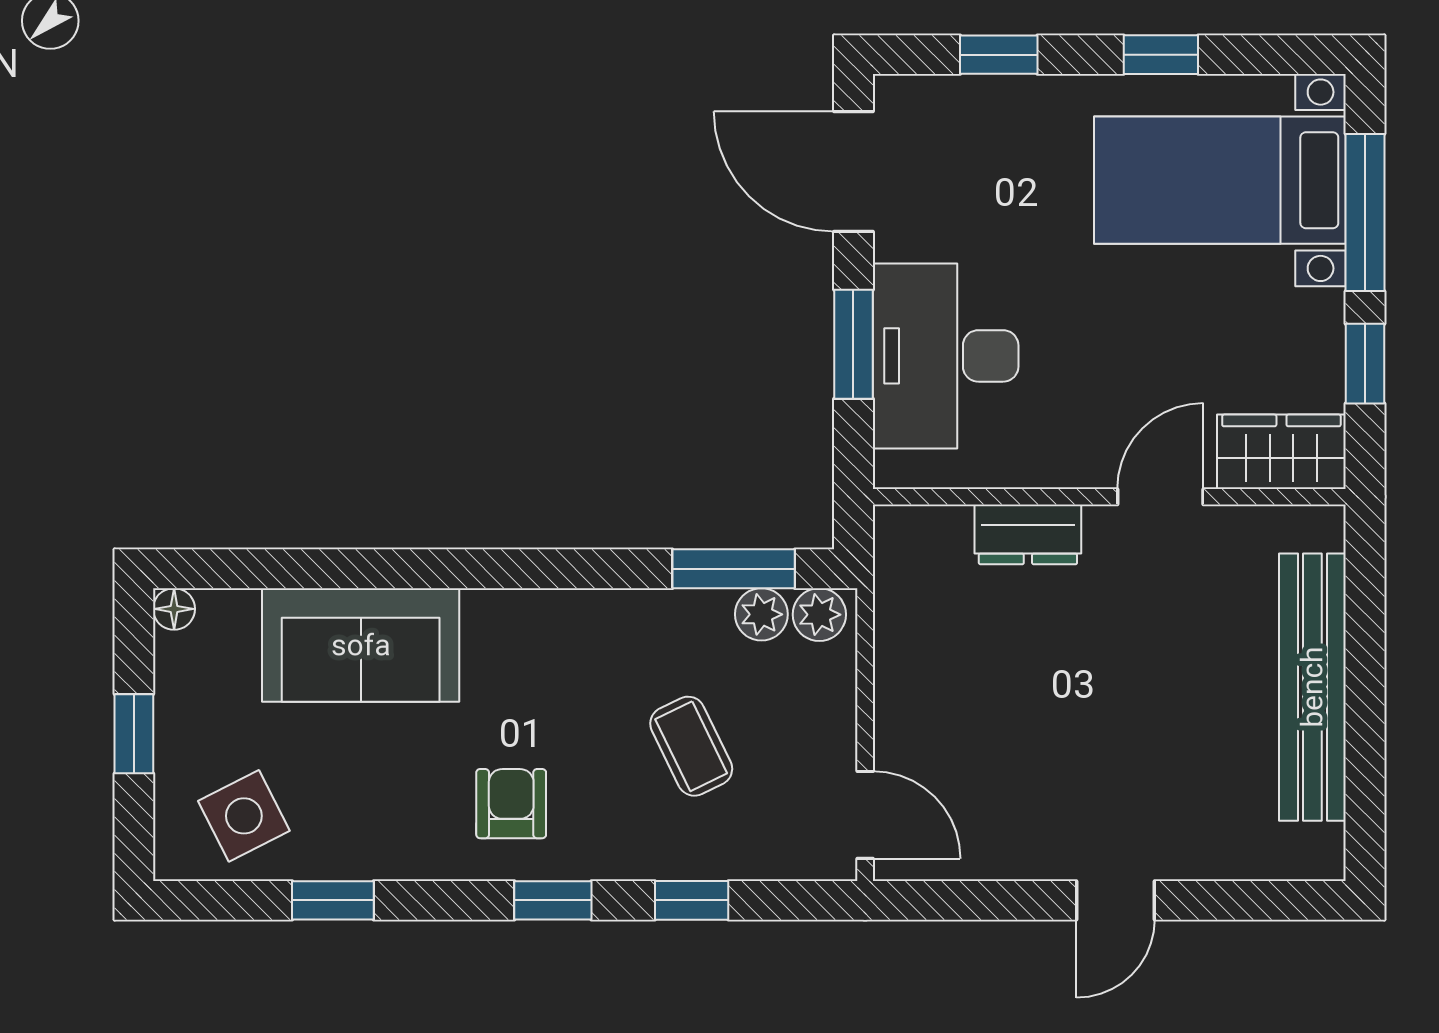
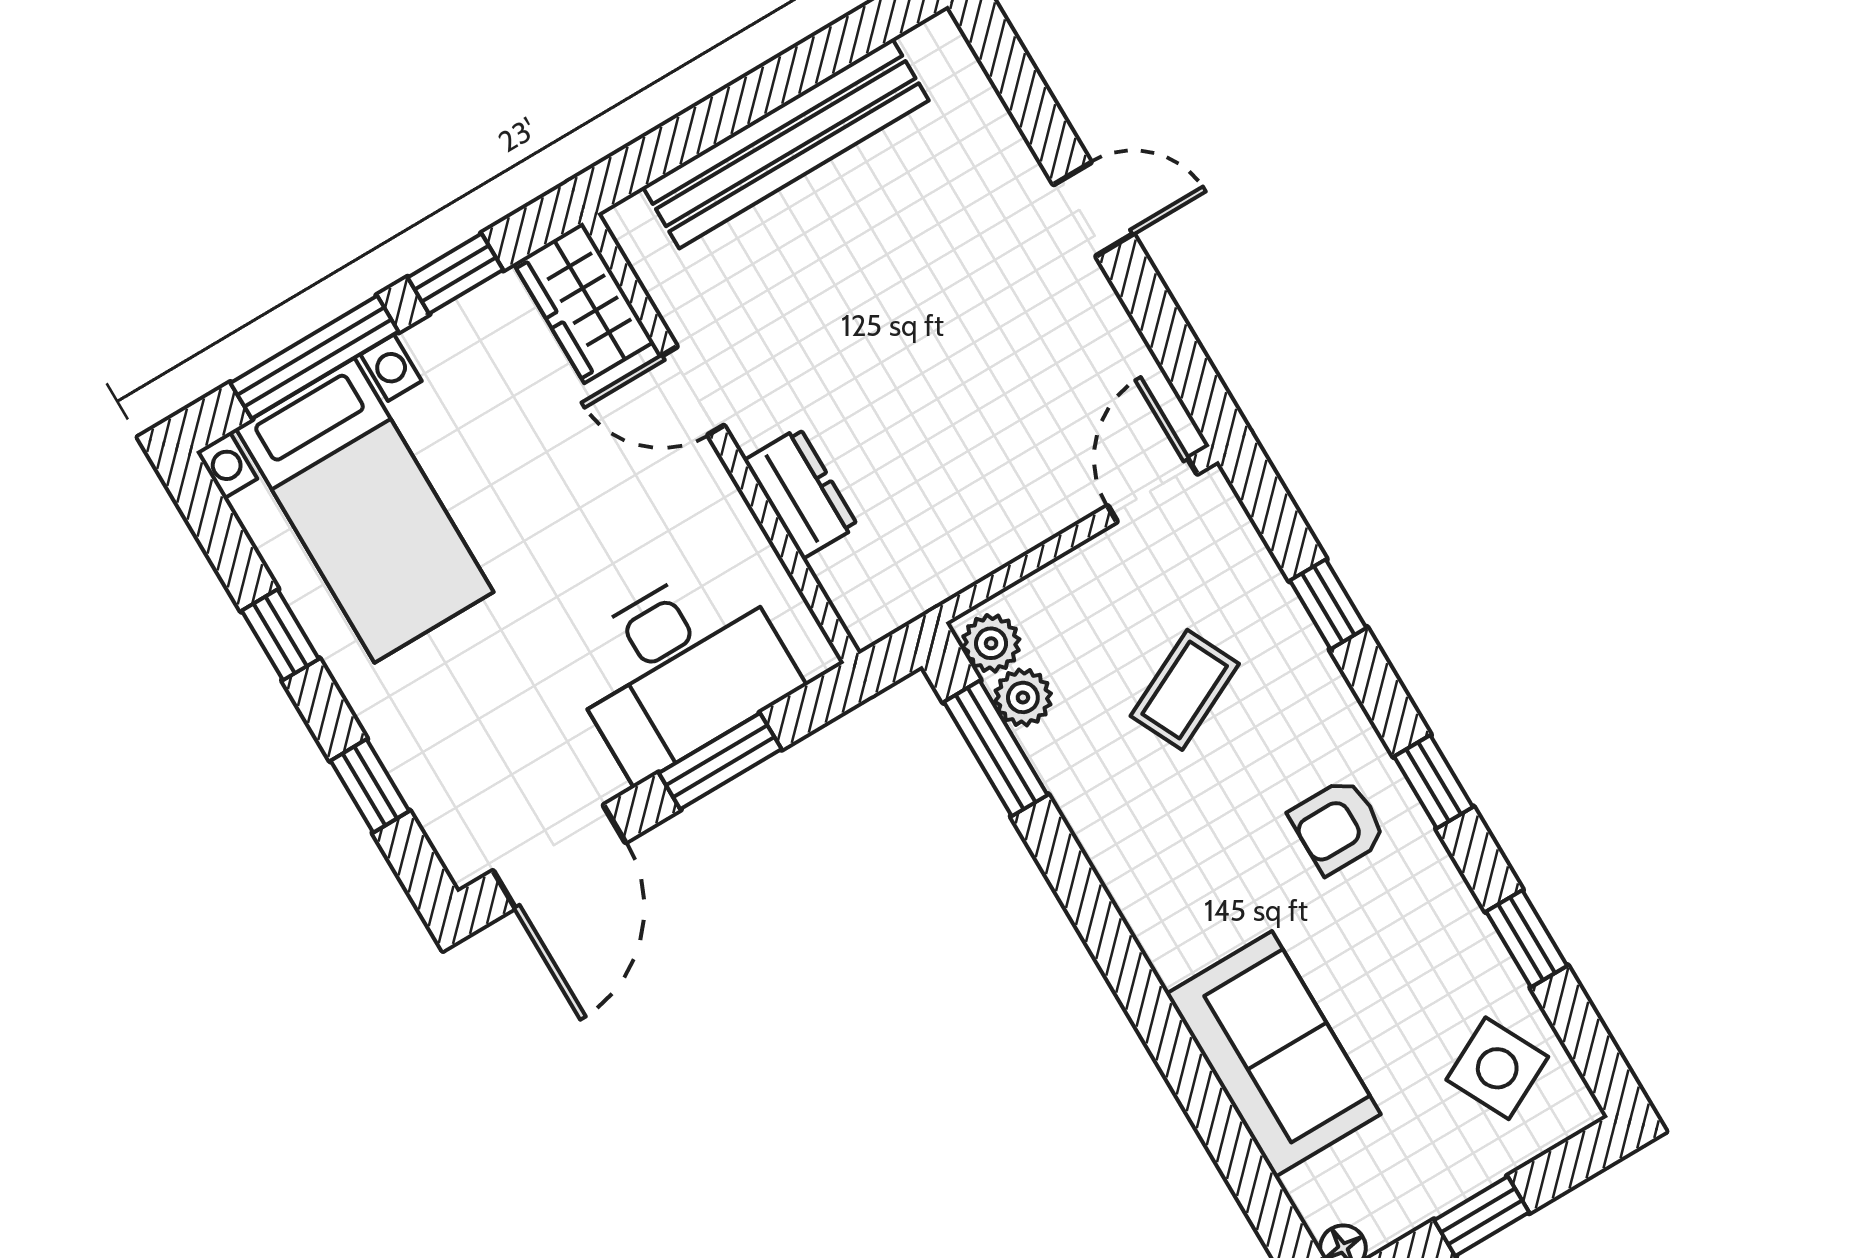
window: (553, 900) -> (1434, 782), moved

